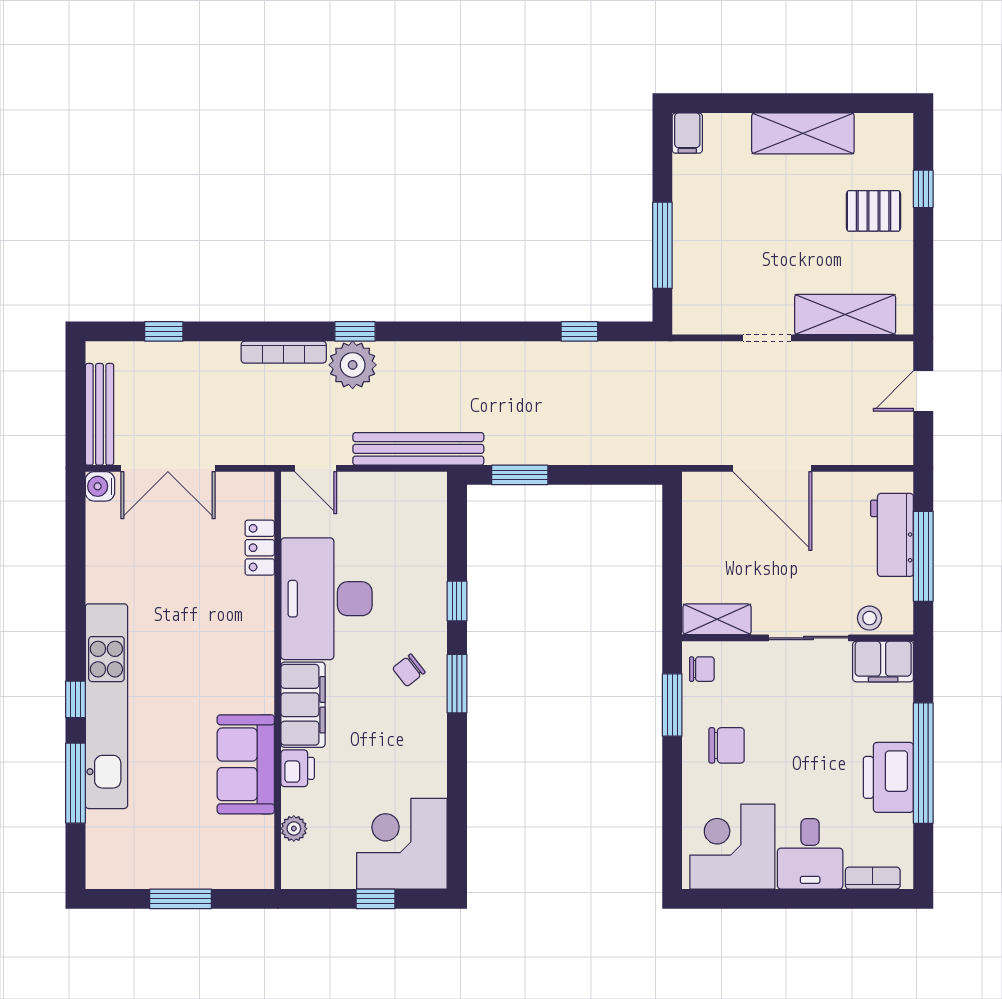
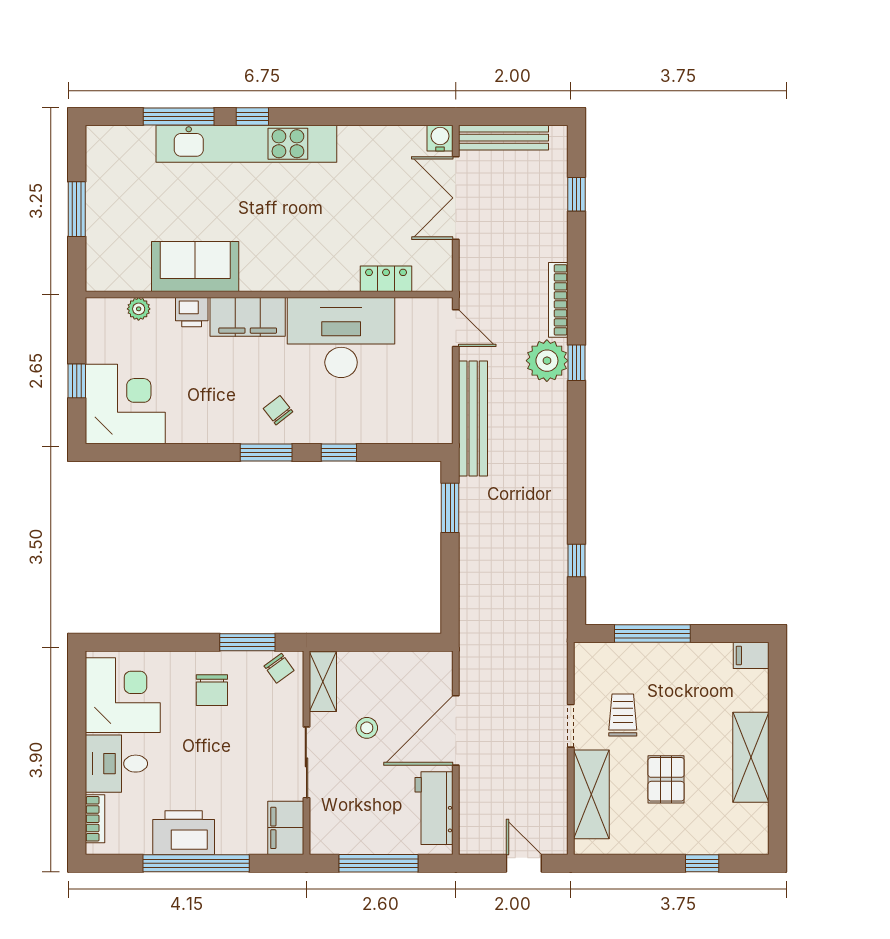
pallet: (873, 211) -> (666, 779), moved
trolley: (755, 279) -> (623, 715), added
door: (316, 468) -> (456, 328), swing flipped
workbench: (892, 535) -> (434, 808), moved, turned -90
stool: (870, 618) -> (367, 728), moved
chair: (702, 669) -> (279, 668), turned -36

